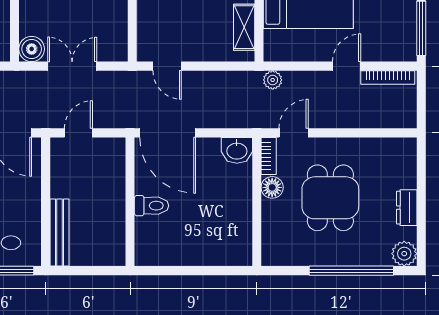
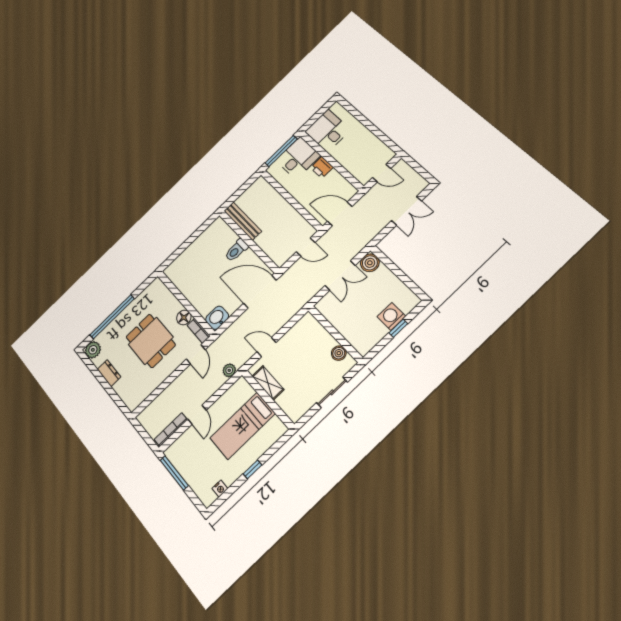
door: (167, 66) -> (267, 347), moved
door: (78, 133) -> (306, 247), hinge flipped
bench: (59, 232) -> (243, 221), moved

